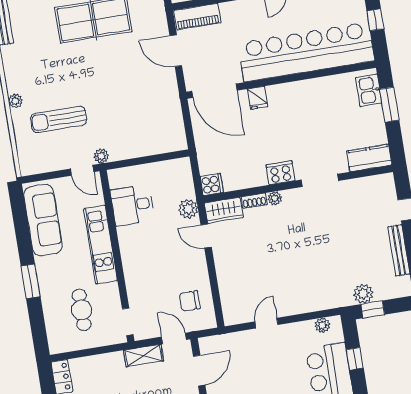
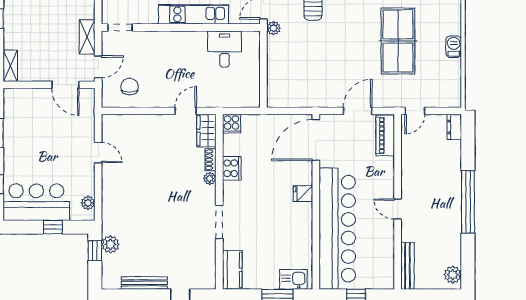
fridge: (258, 98) -> (303, 194), moved
cooker: (281, 173) -> (232, 168), moved
plant: (188, 209) -> (213, 99), removed

